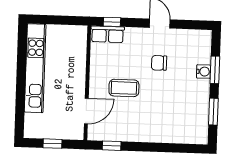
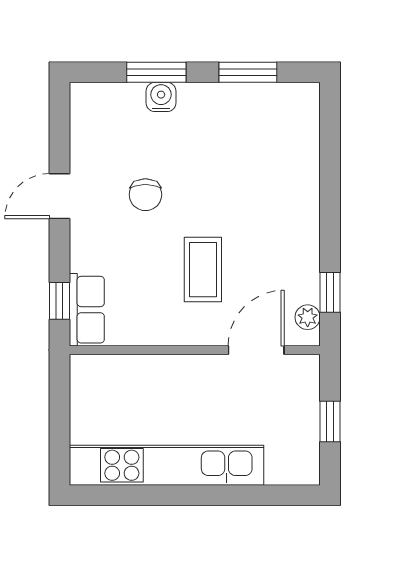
door: (86, 111) -> (256, 350), hinge flipped
plant: (101, 135) -> (308, 317), added

